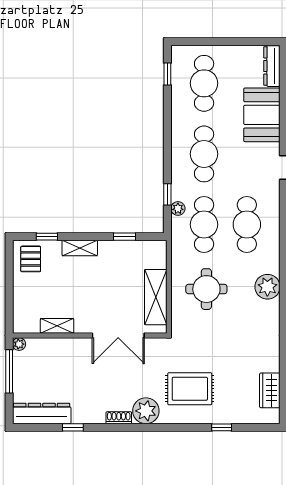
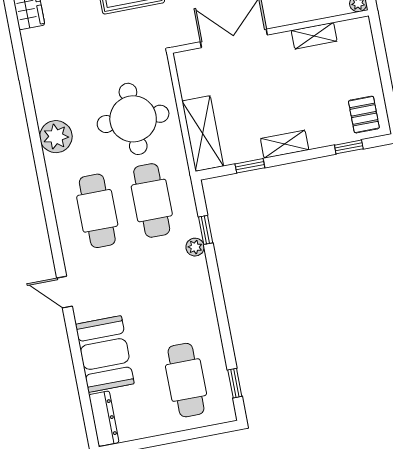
cafe table: (204, 154) -> (169, 290), removed
plant: (178, 208) -> (195, 247), moved
shelving: (80, 248) -> (285, 144), moved
round table: (206, 289) -> (133, 119), width x1.36, depth x1.36
shelving: (156, 297) -> (203, 134), moved

